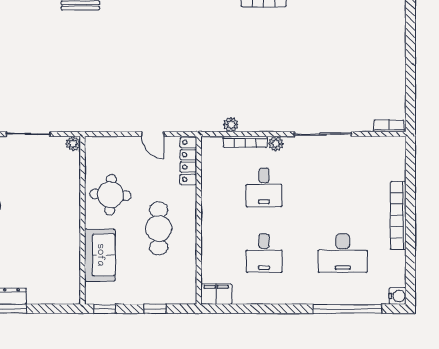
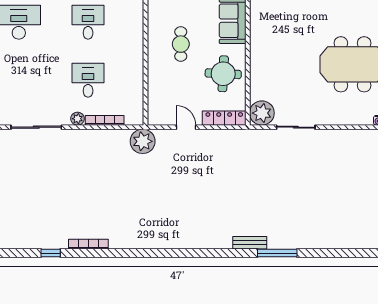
plant: (231, 125) -> (143, 141), moved, width x1.87, depth x1.87
plant: (73, 144) -> (262, 113), width x1.87, depth x1.87
locker: (188, 161) -> (224, 118), moved, turned -90
cafe table: (159, 228) -> (181, 44), width x0.73, depth x0.74

